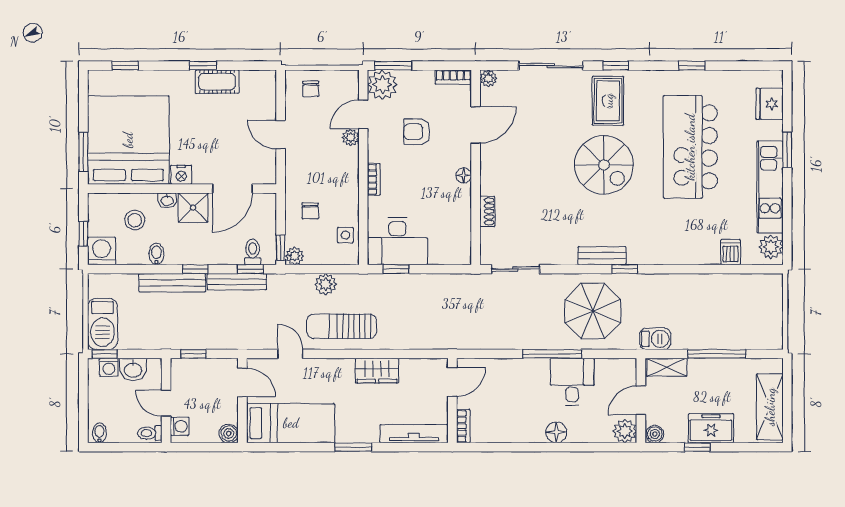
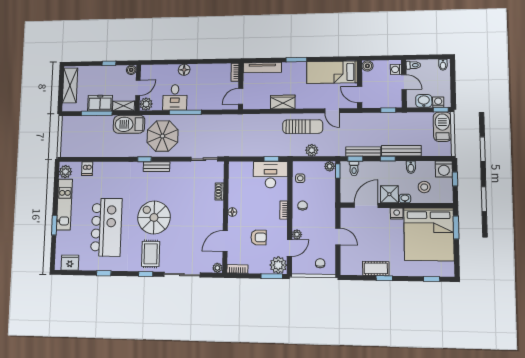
fridge: (770, 104) -> (70, 263), moved, turned -90
chair: (310, 211) -> (303, 206), moved
barbecue: (655, 339) -> (129, 124), width x1.88, depth x1.53
freezer: (711, 428) -> (100, 103), moved, turned 180
plant: (625, 431) -> (146, 104), moved

